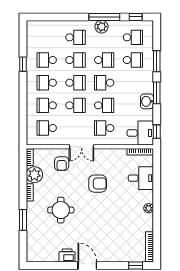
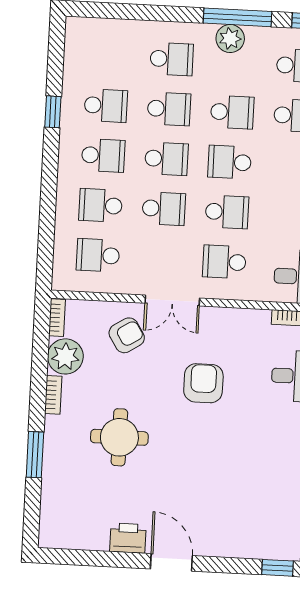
school desk: (47, 60) -> (106, 106), turned 180
school desk: (47, 83) -> (103, 155), turned 180
armchair: (62, 164) -> (127, 335), turned -122
armchair: (98, 184) -> (203, 383), turned -90

